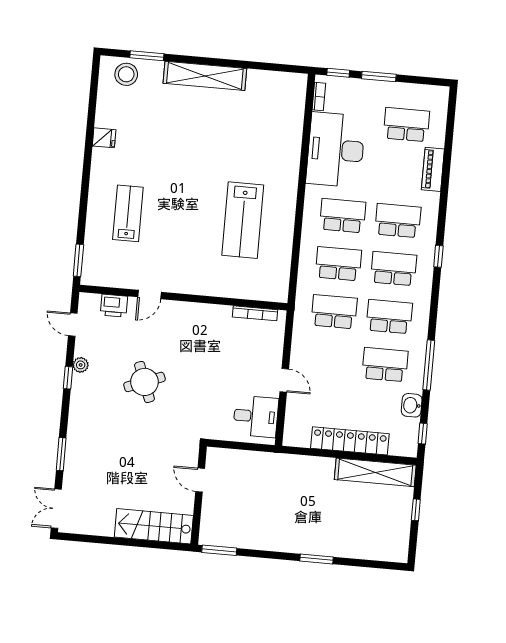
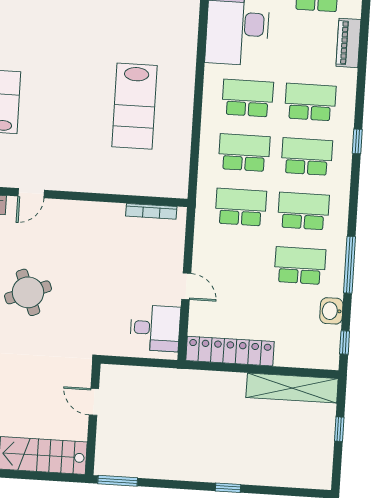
locker: (350, 441) -> (230, 351), moved
window: (316, 559) -> (228, 488), width x0.67

